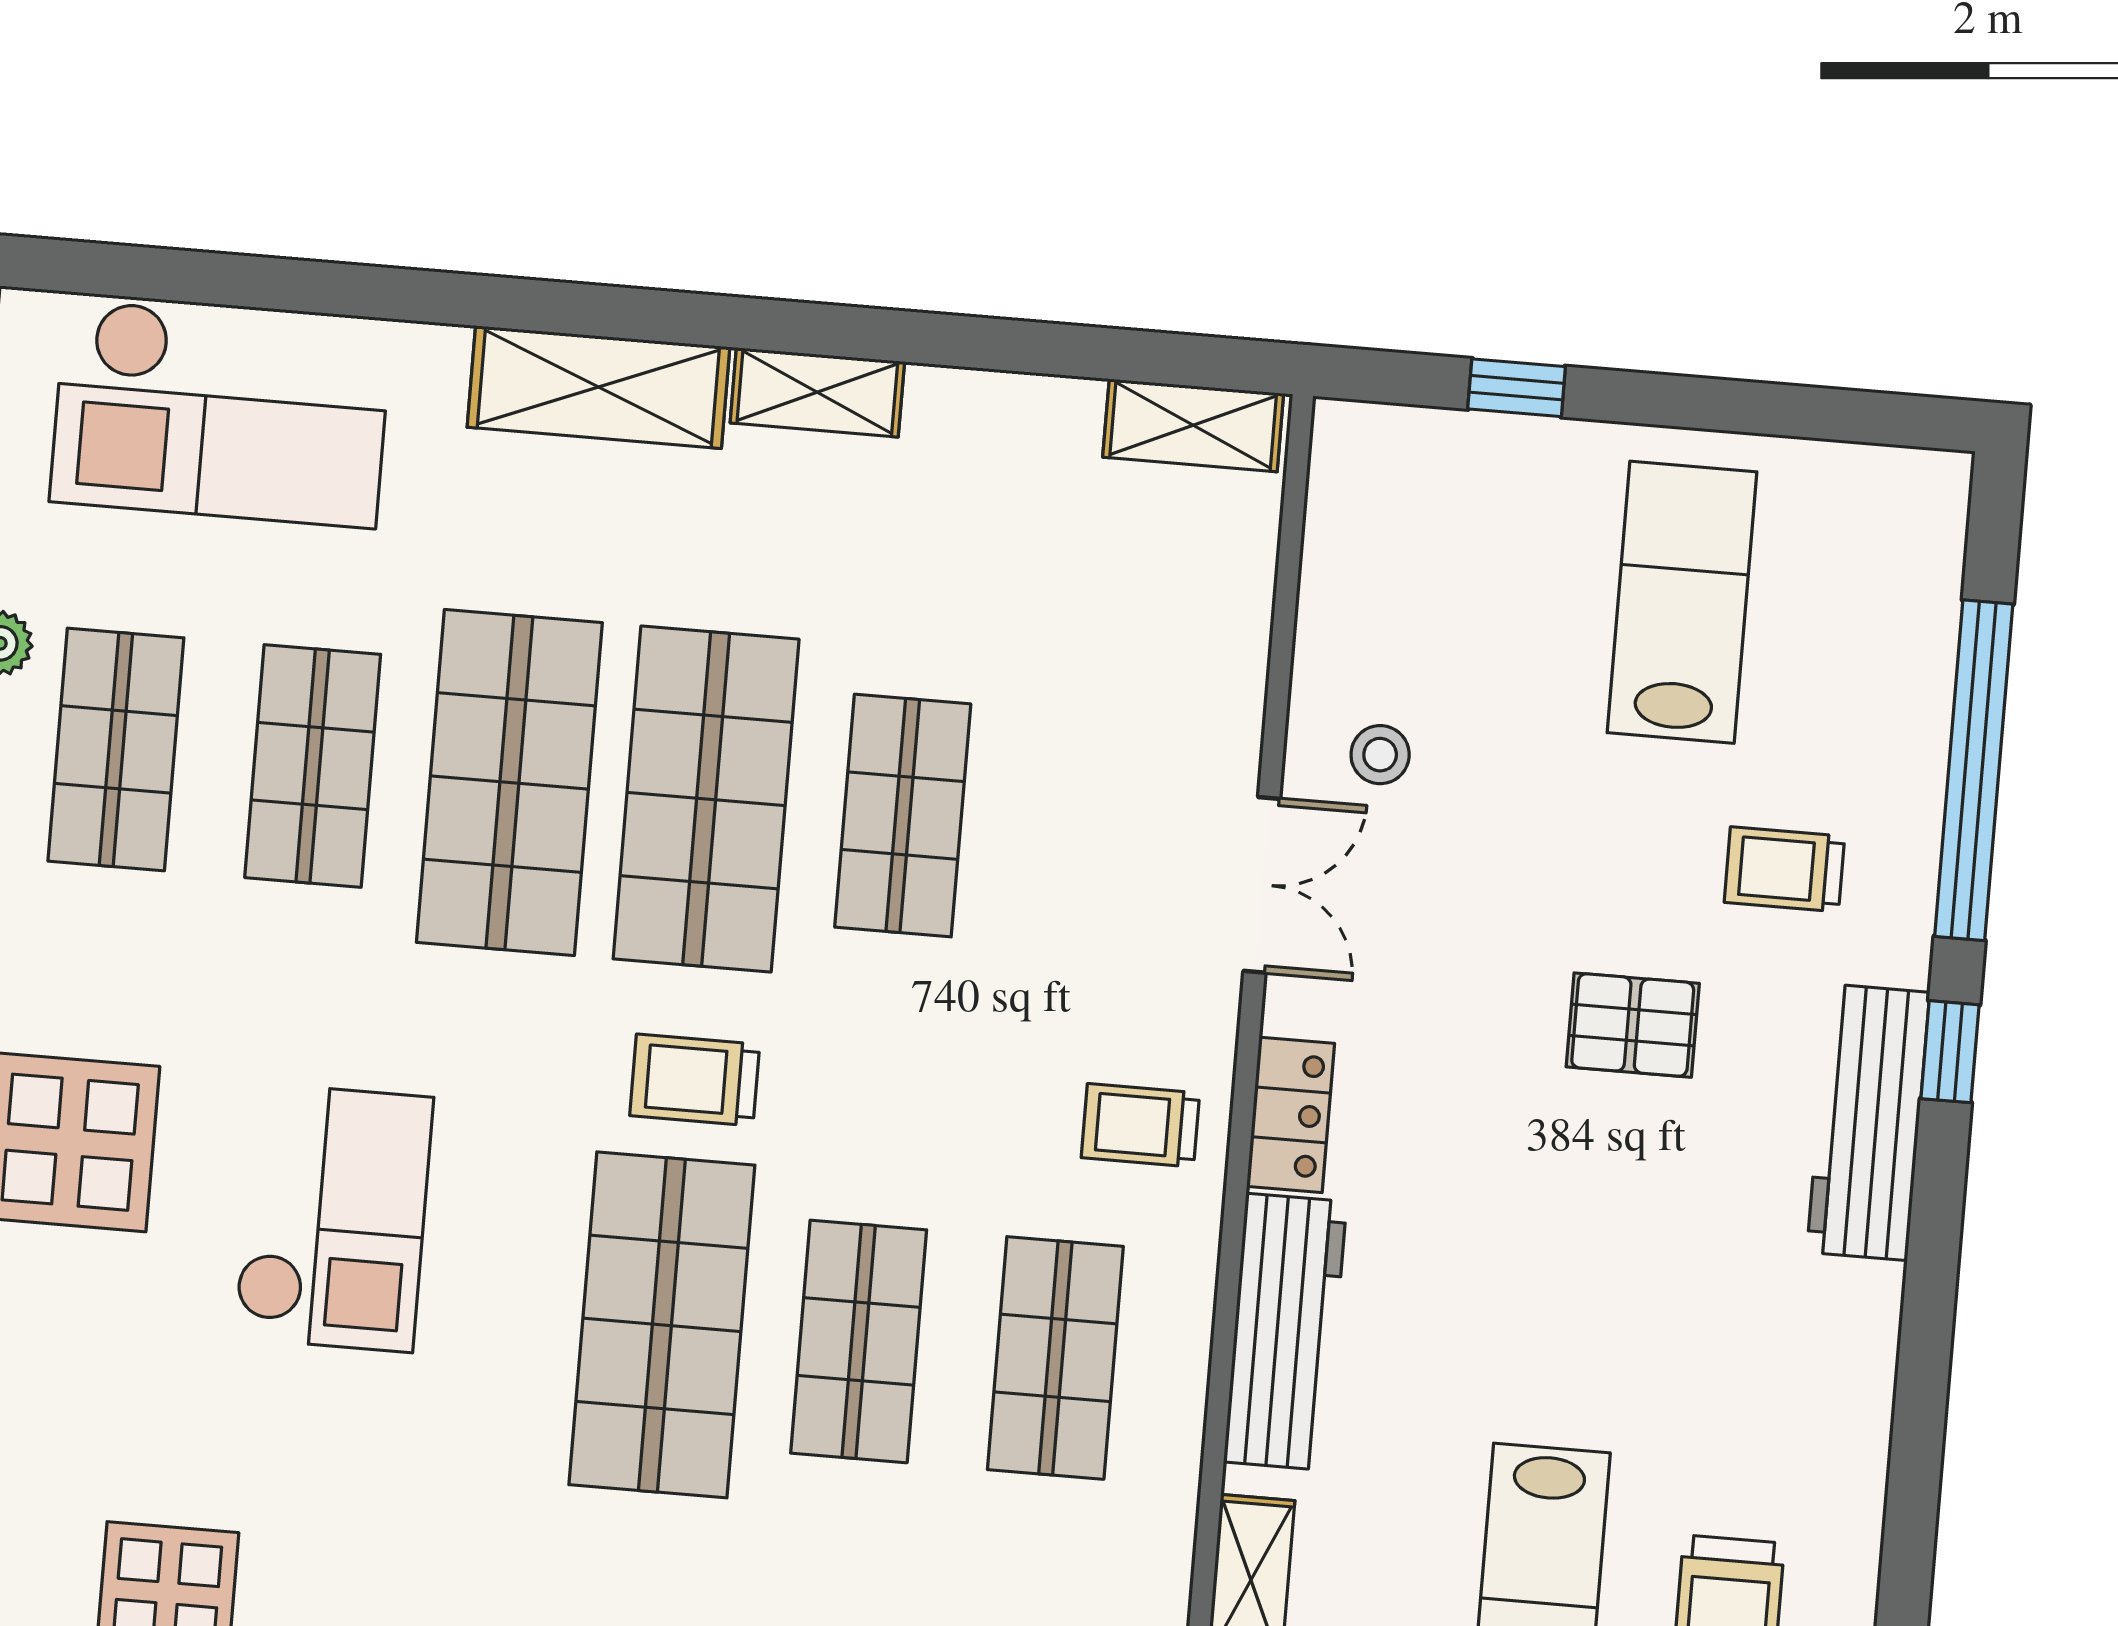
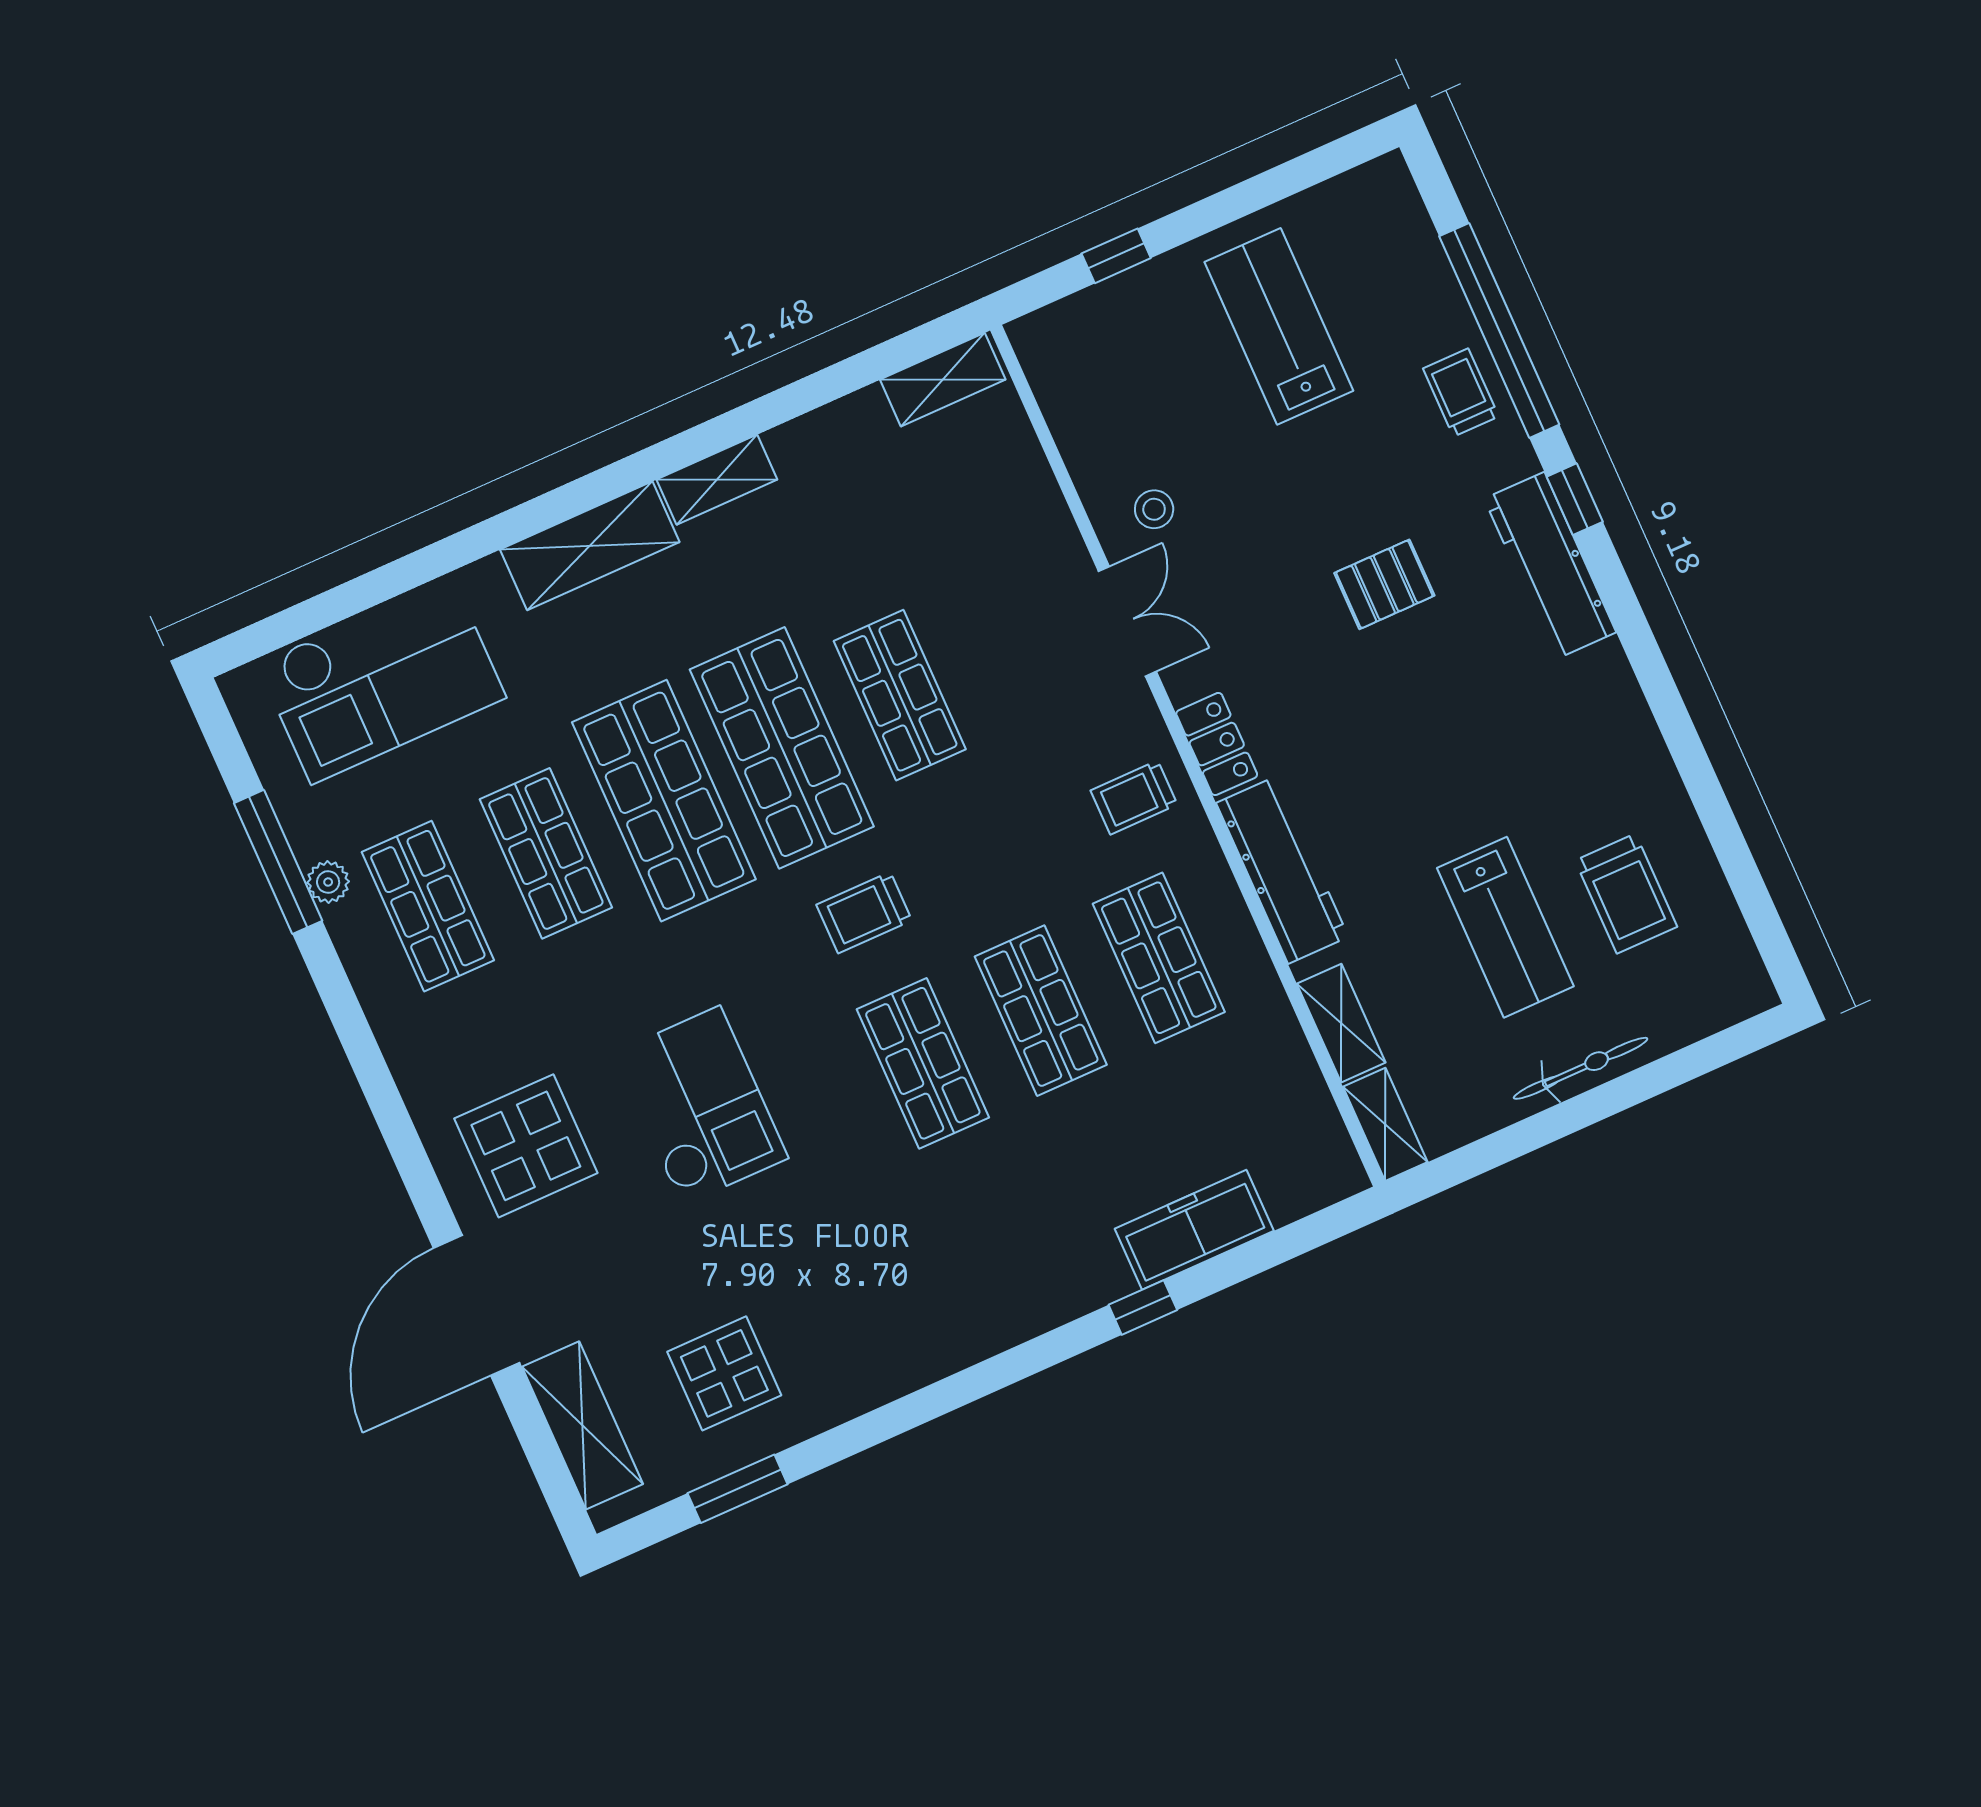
trolley: (1784, 869) -> (1461, 392), moved, turned 90
shop shelf: (662, 1325) -> (923, 1063), width x0.70, depth x0.74

